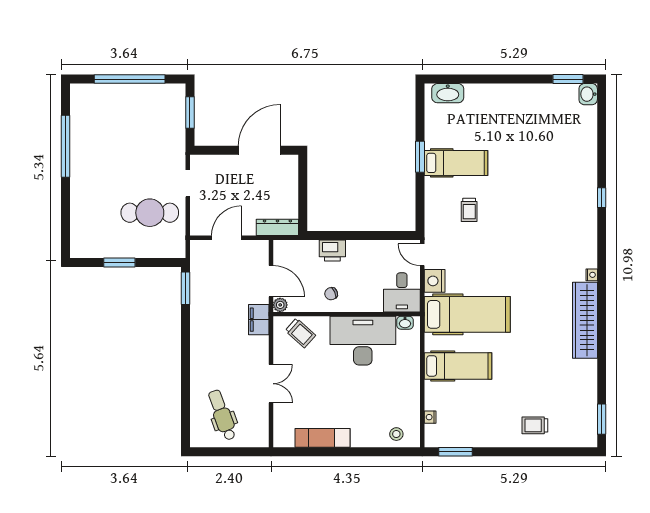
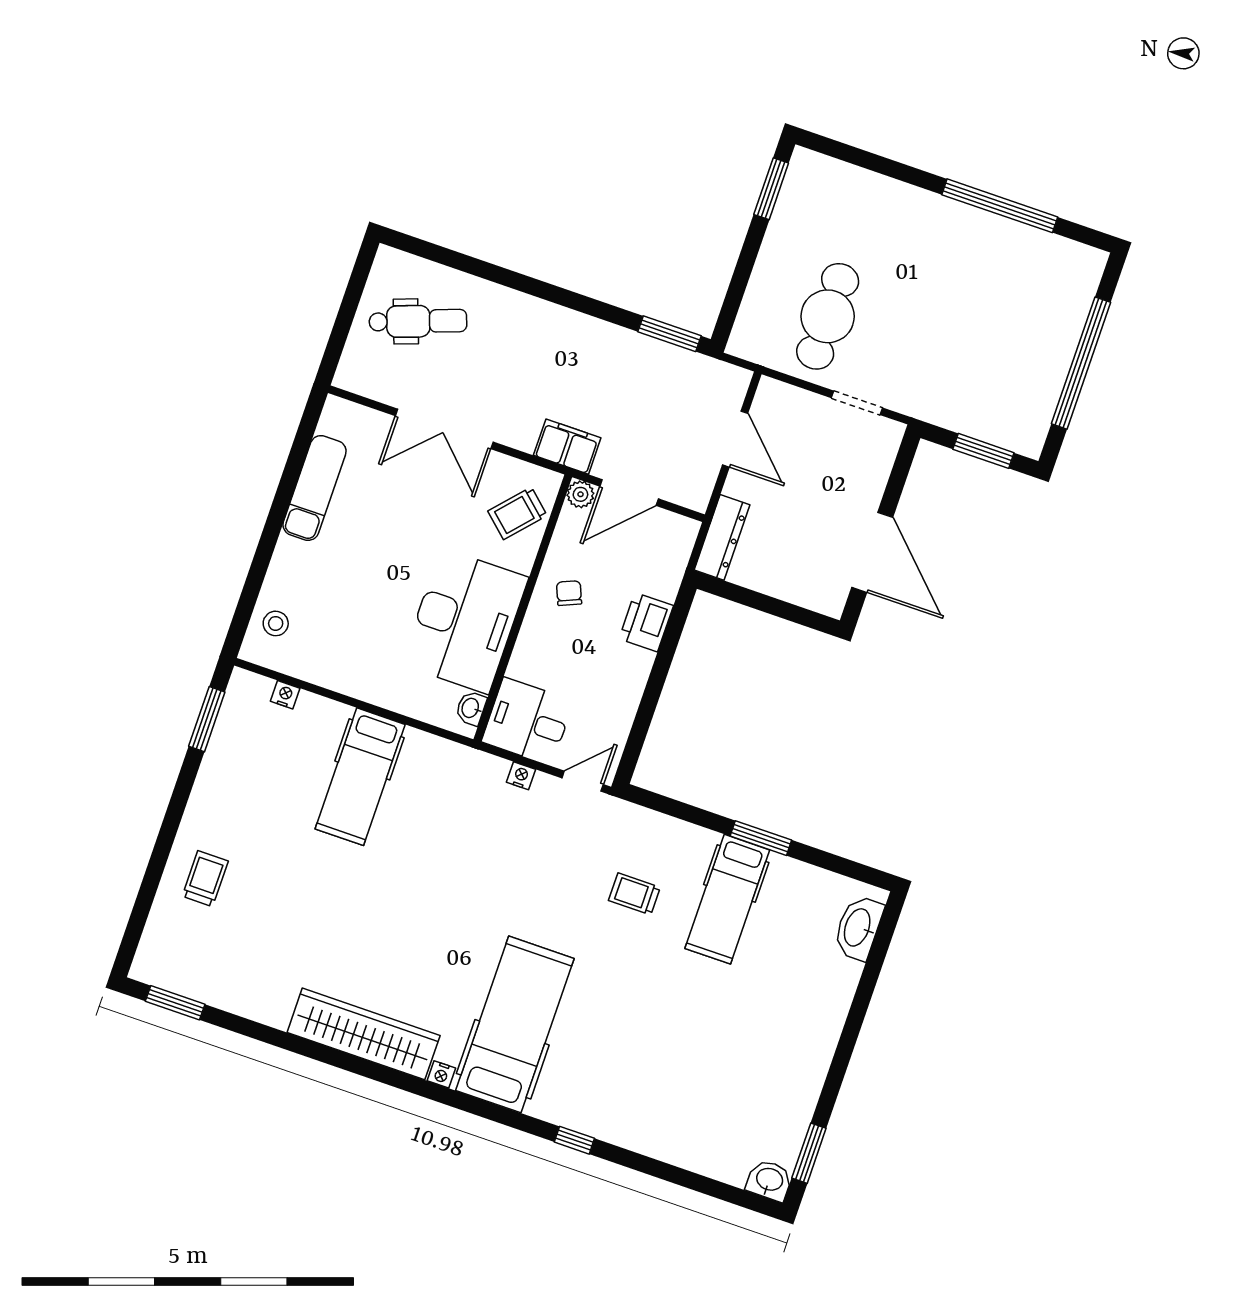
window: (119, 263) -> (771, 189), moved
nightstand: (435, 281) -> (521, 776), width x0.53, depth x0.56
hospital bed: (467, 314) -> (515, 1024), moved, turned 180
double door: (271, 384) -> (444, 429), width x1.37

